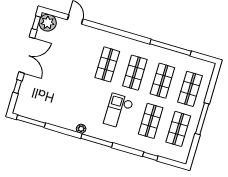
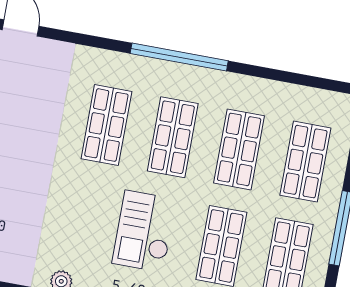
window: (170, 47) -> (179, 57), moved

